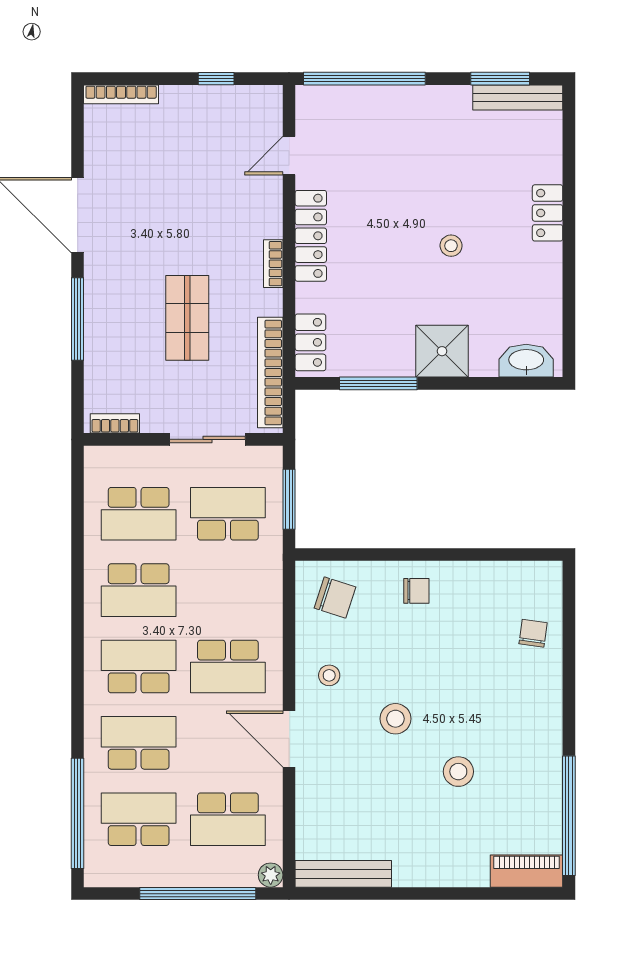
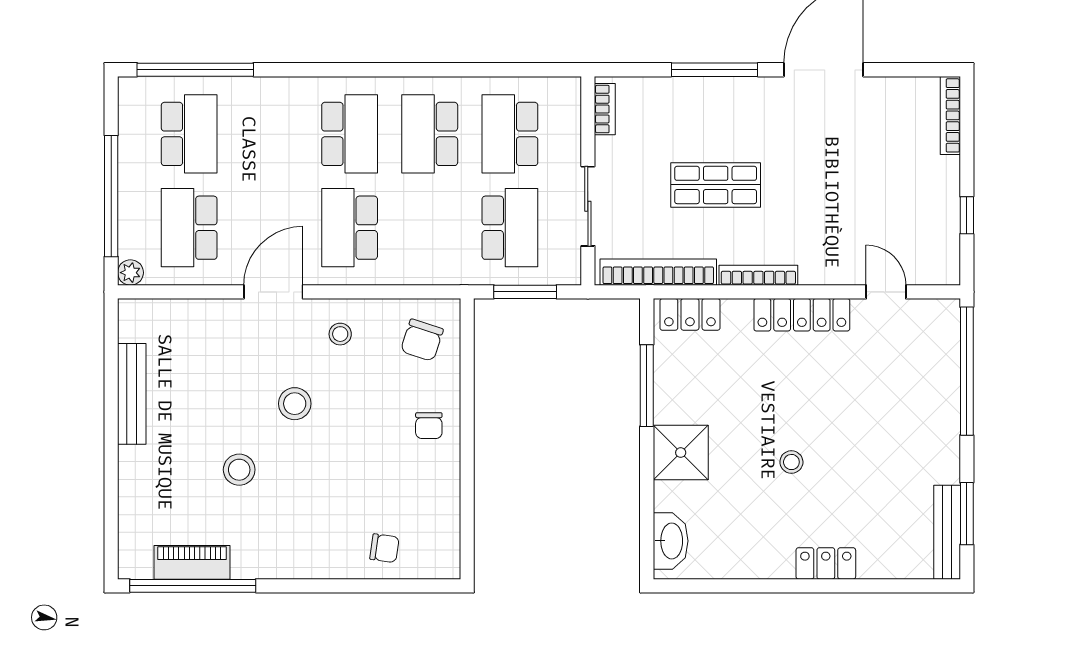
bookcase: (273, 264) -> (758, 275), width x1.56
school desk: (139, 743) -> (269, 134), removed
piano: (527, 871) -> (192, 562), moved, turned -90
bench: (343, 874) -> (132, 394), moved

